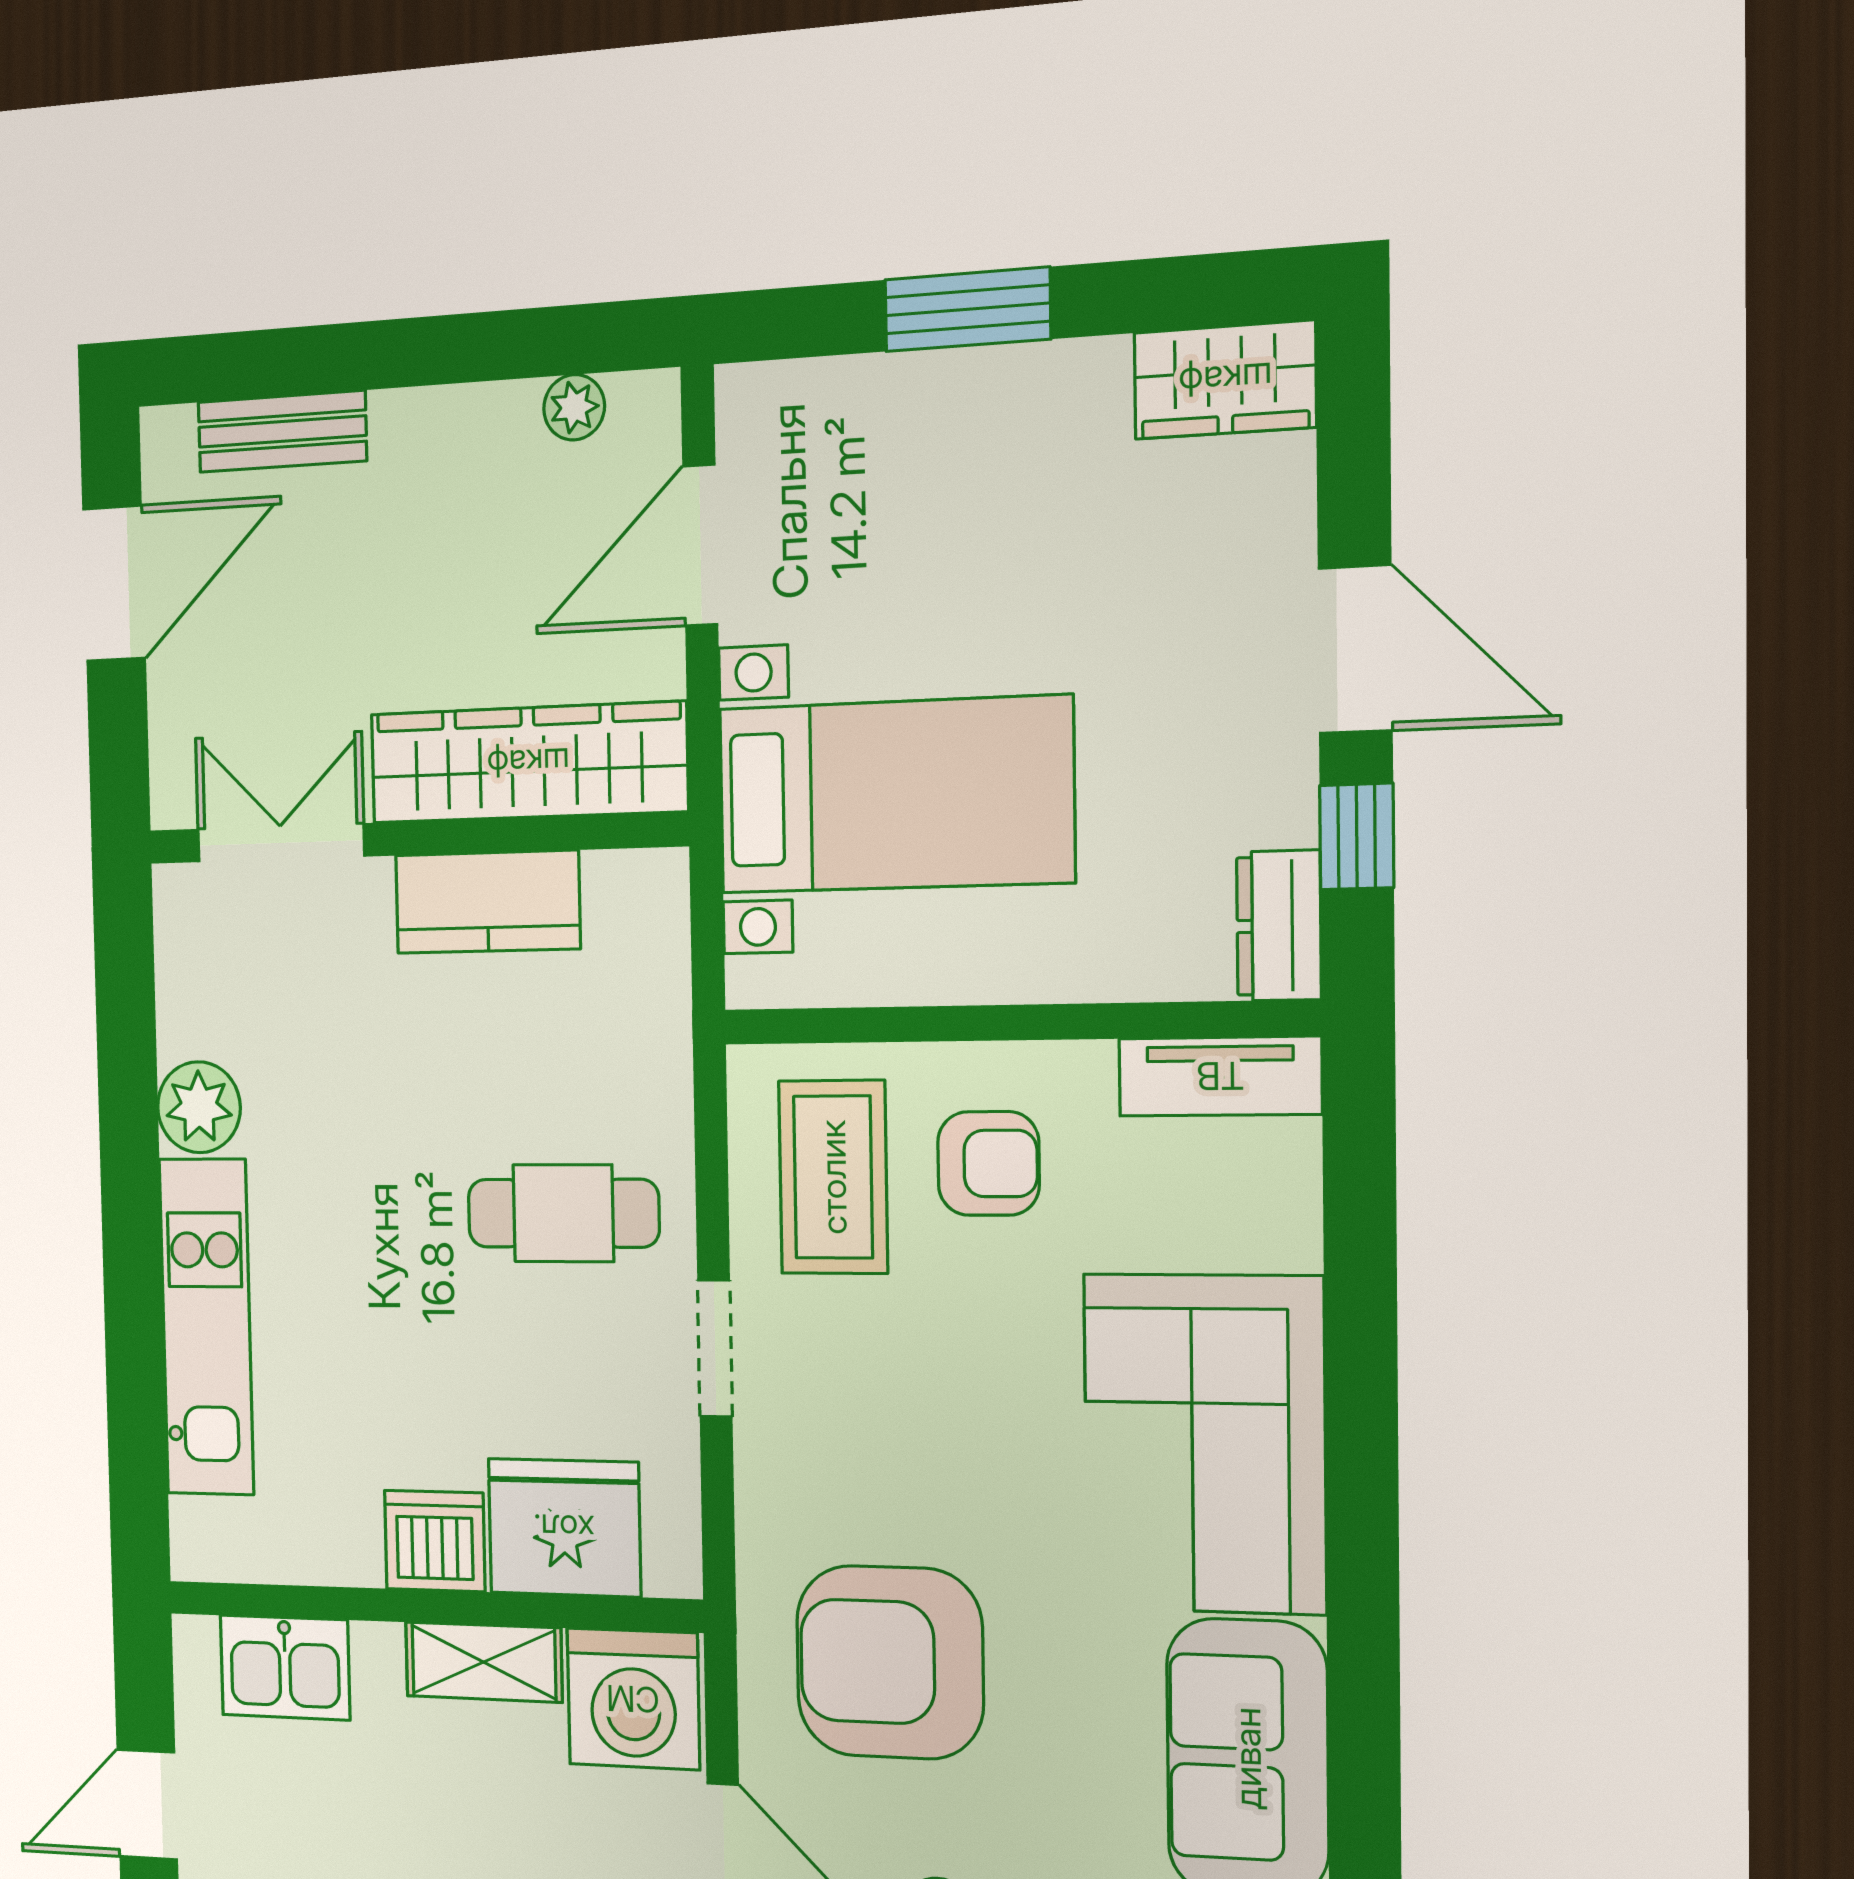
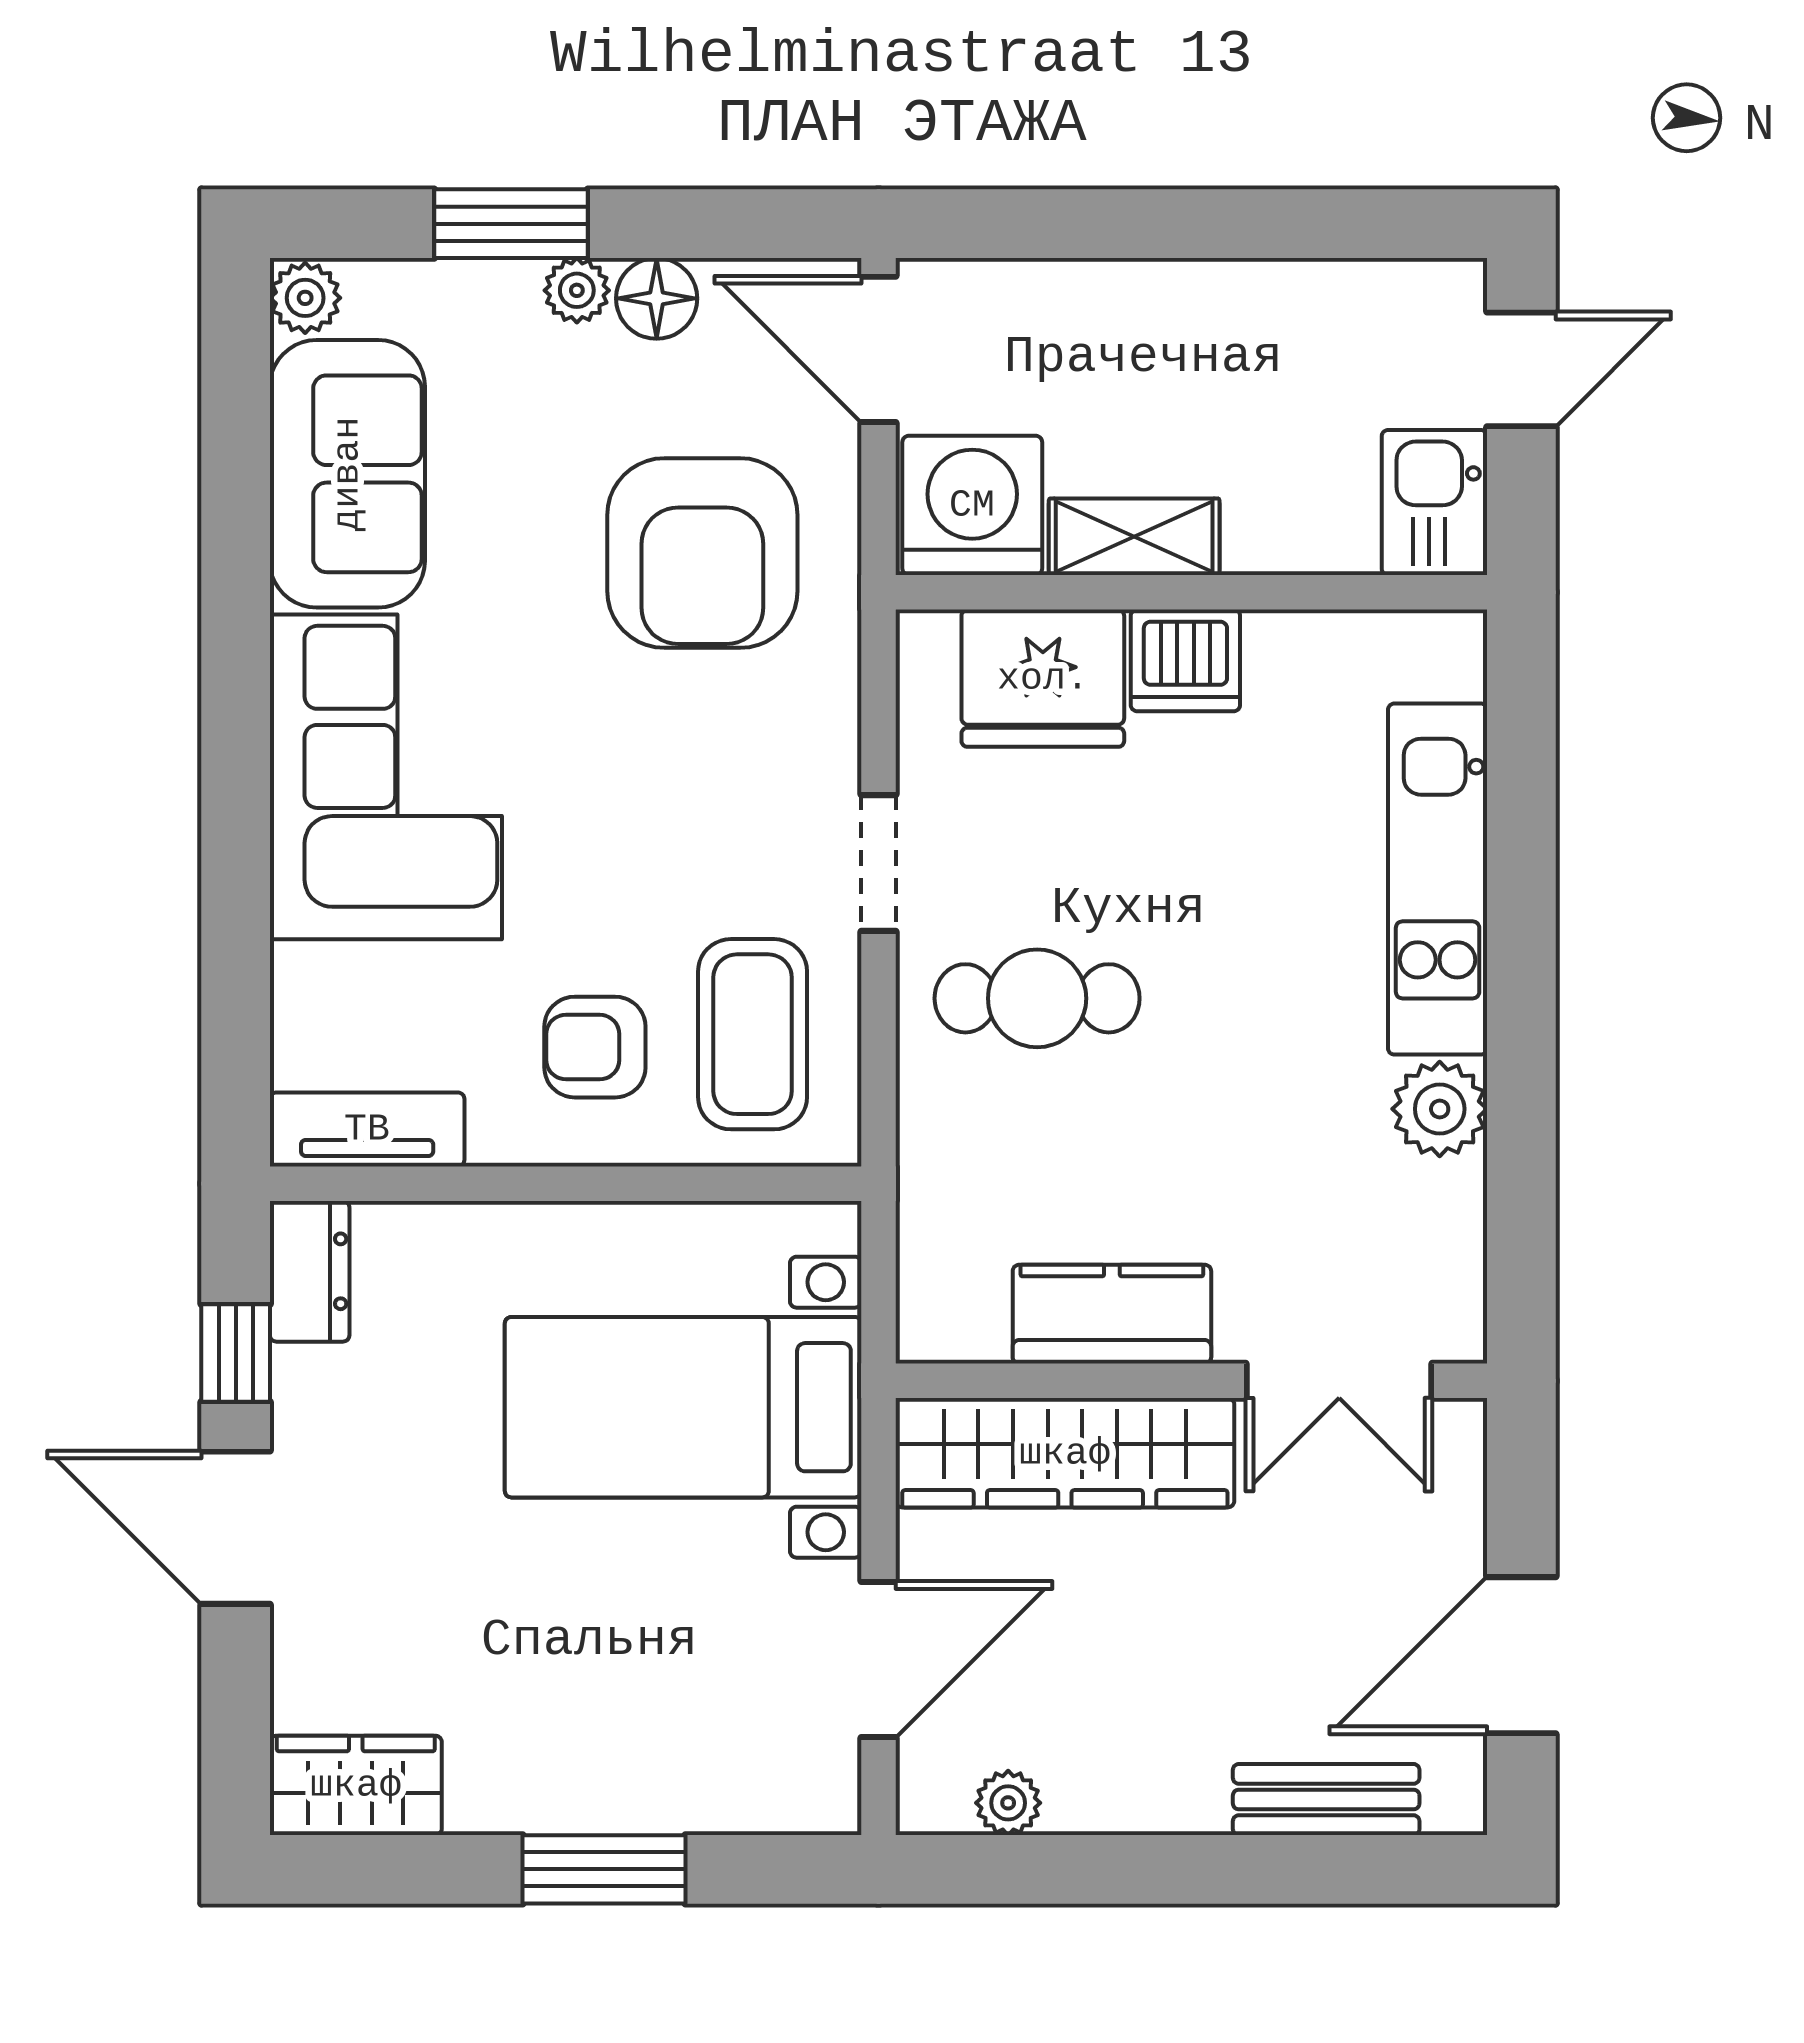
armchair: (890, 1662) -> (702, 553), turned 90
kitchen sink: (285, 1668) -> (1434, 502), moved, turned -90

